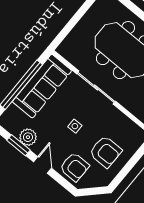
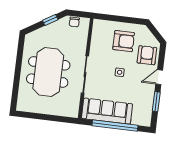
plant: (28, 137) -> (147, 99), removed
armchair: (105, 152) -> (124, 41), turned 90

